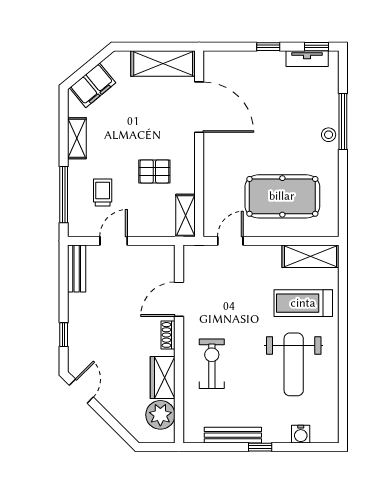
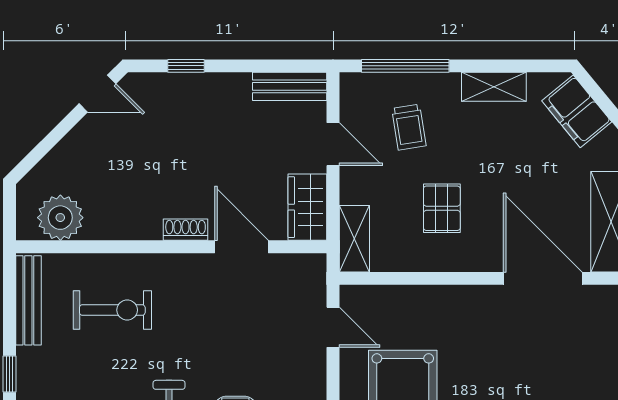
door: (199, 107) -> (543, 278), swing flipped
trolley: (103, 192) -> (409, 127), turned 81
shelving: (186, 215) -> (354, 239), moved, turned 90
exercise bike: (212, 364) -> (112, 310), moved
wardrobe: (163, 378) -> (307, 207), moved, turned -90
bench: (233, 435) -> (28, 300), moved

